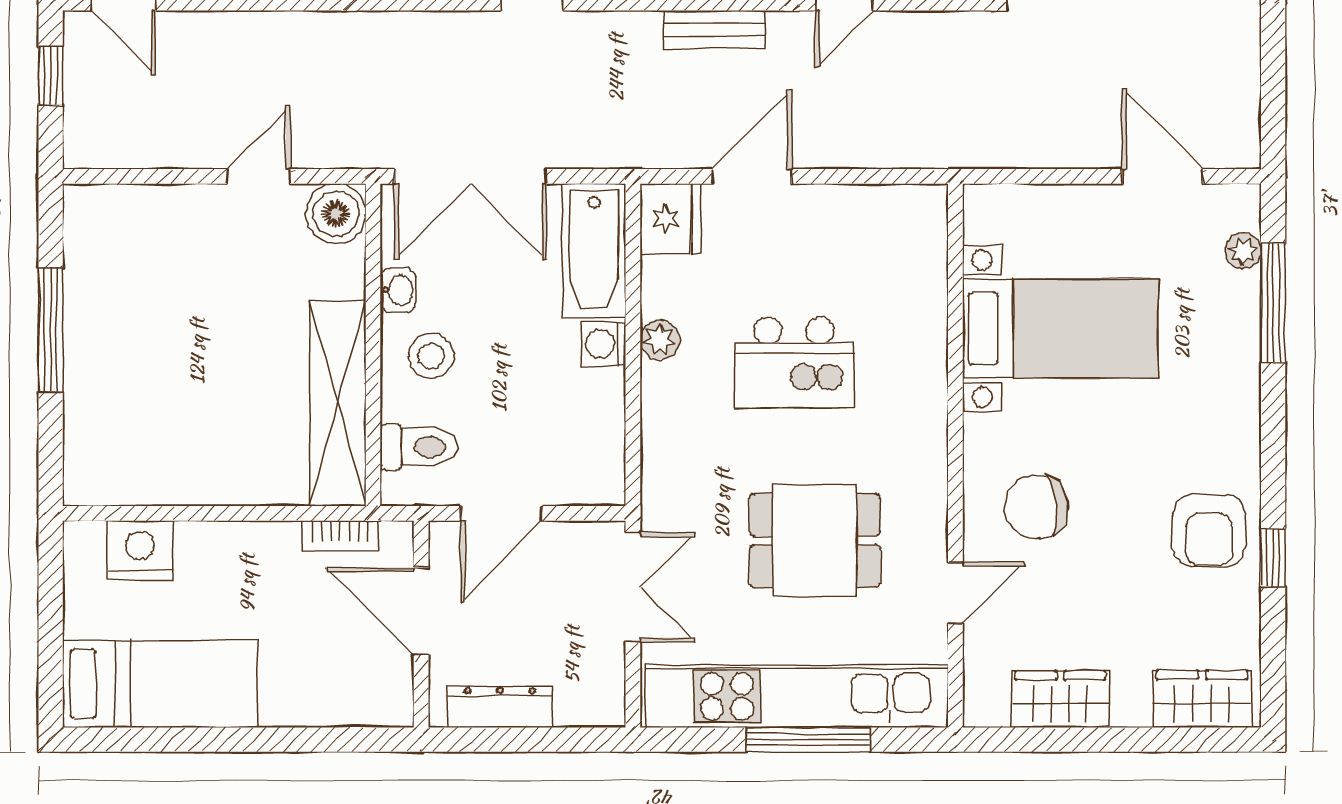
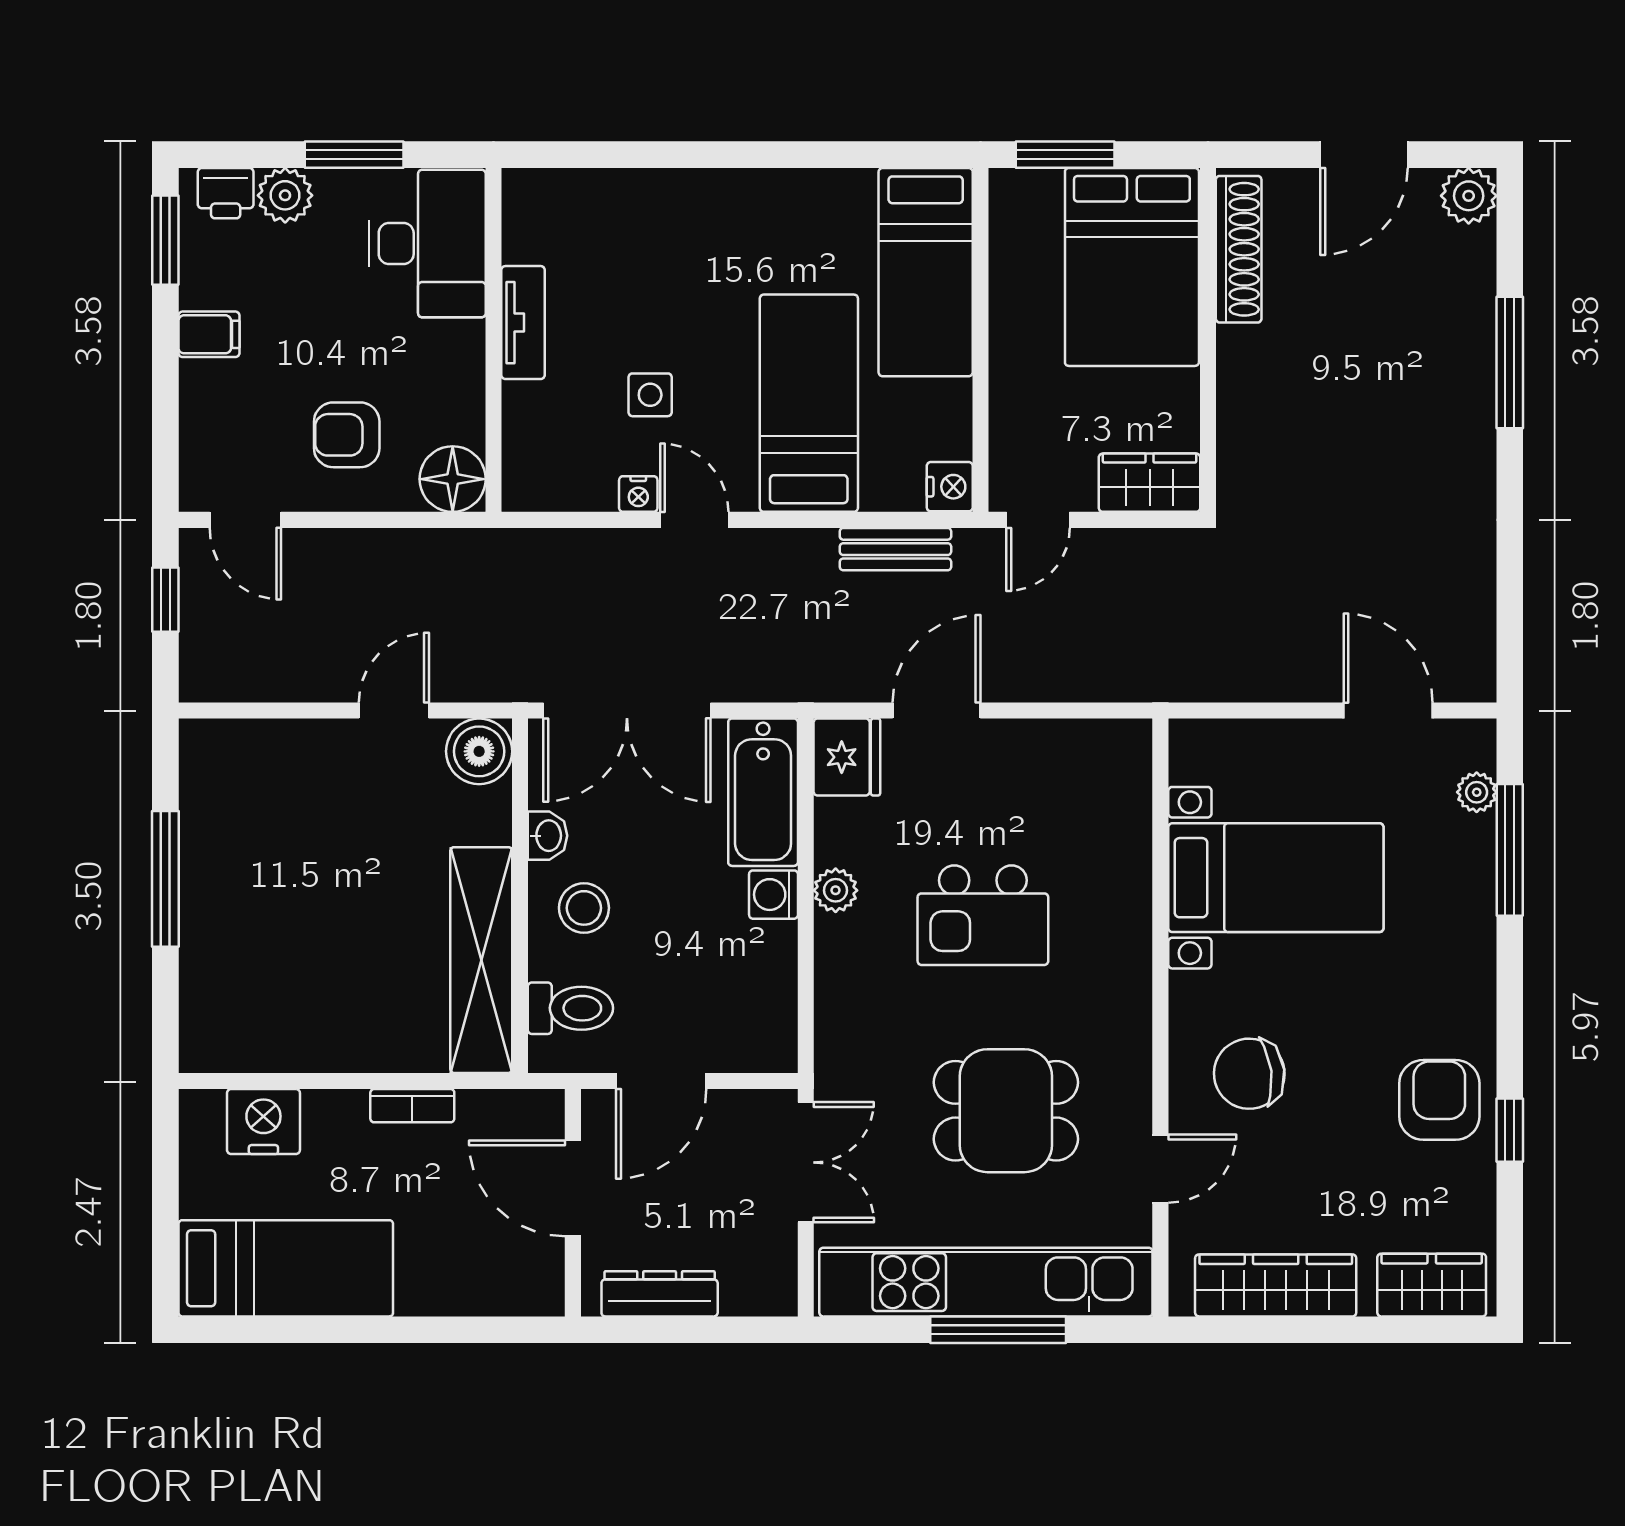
armchair: (1209, 531) -> (1439, 1100), turned 180
bookcase: (340, 536) -> (412, 1106), moved
wardrobe: (1060, 699) -> (1276, 1285), width x1.50

